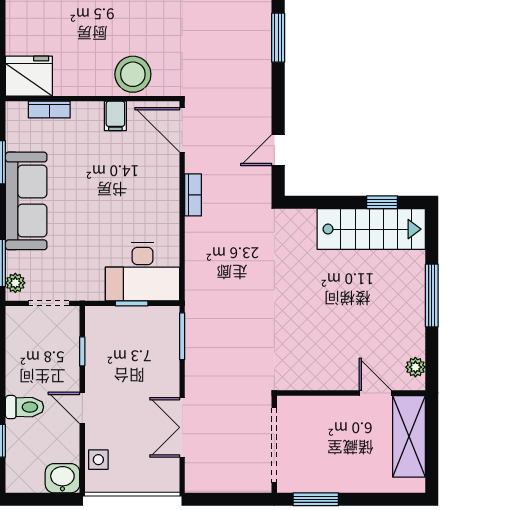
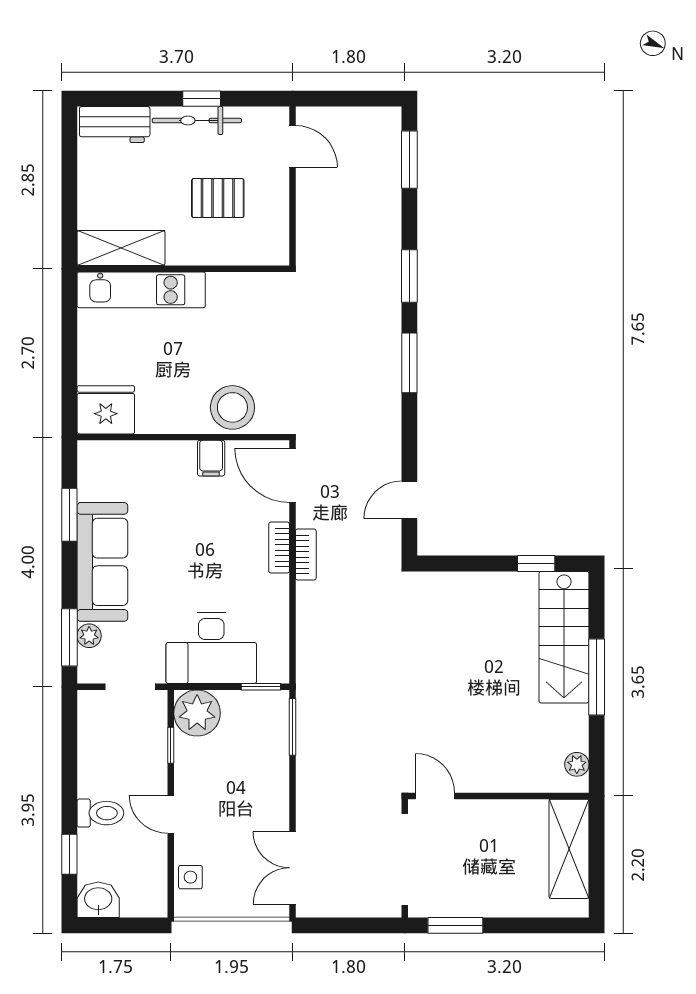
bookcase: (49, 110) -> (279, 548), moved, turned 90
stairs: (371, 229) -> (564, 637), moved, turned 90
desk: (143, 272) -> (211, 648), moved
plant: (15, 283) -> (89, 636), moved
window: (132, 303) -> (261, 687), moved
plant: (104, 325) -> (197, 713), added
door: (375, 393) -> (435, 796), moved
double door: (182, 427) -> (292, 868), moved
washbasin: (62, 478) -> (98, 900), moved

